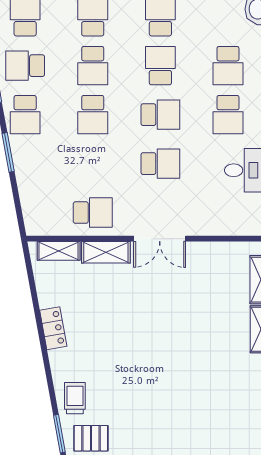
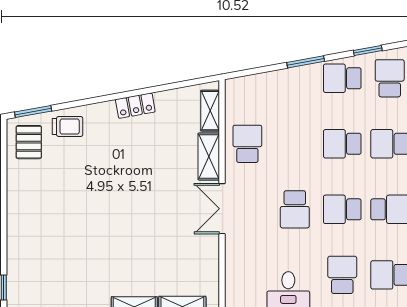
school desk: (160, 115) -> (342, 209), turned 90
school desk: (228, 115) -> (342, 275), turned 90
school desk: (93, 213) -> (247, 144), turned 180

